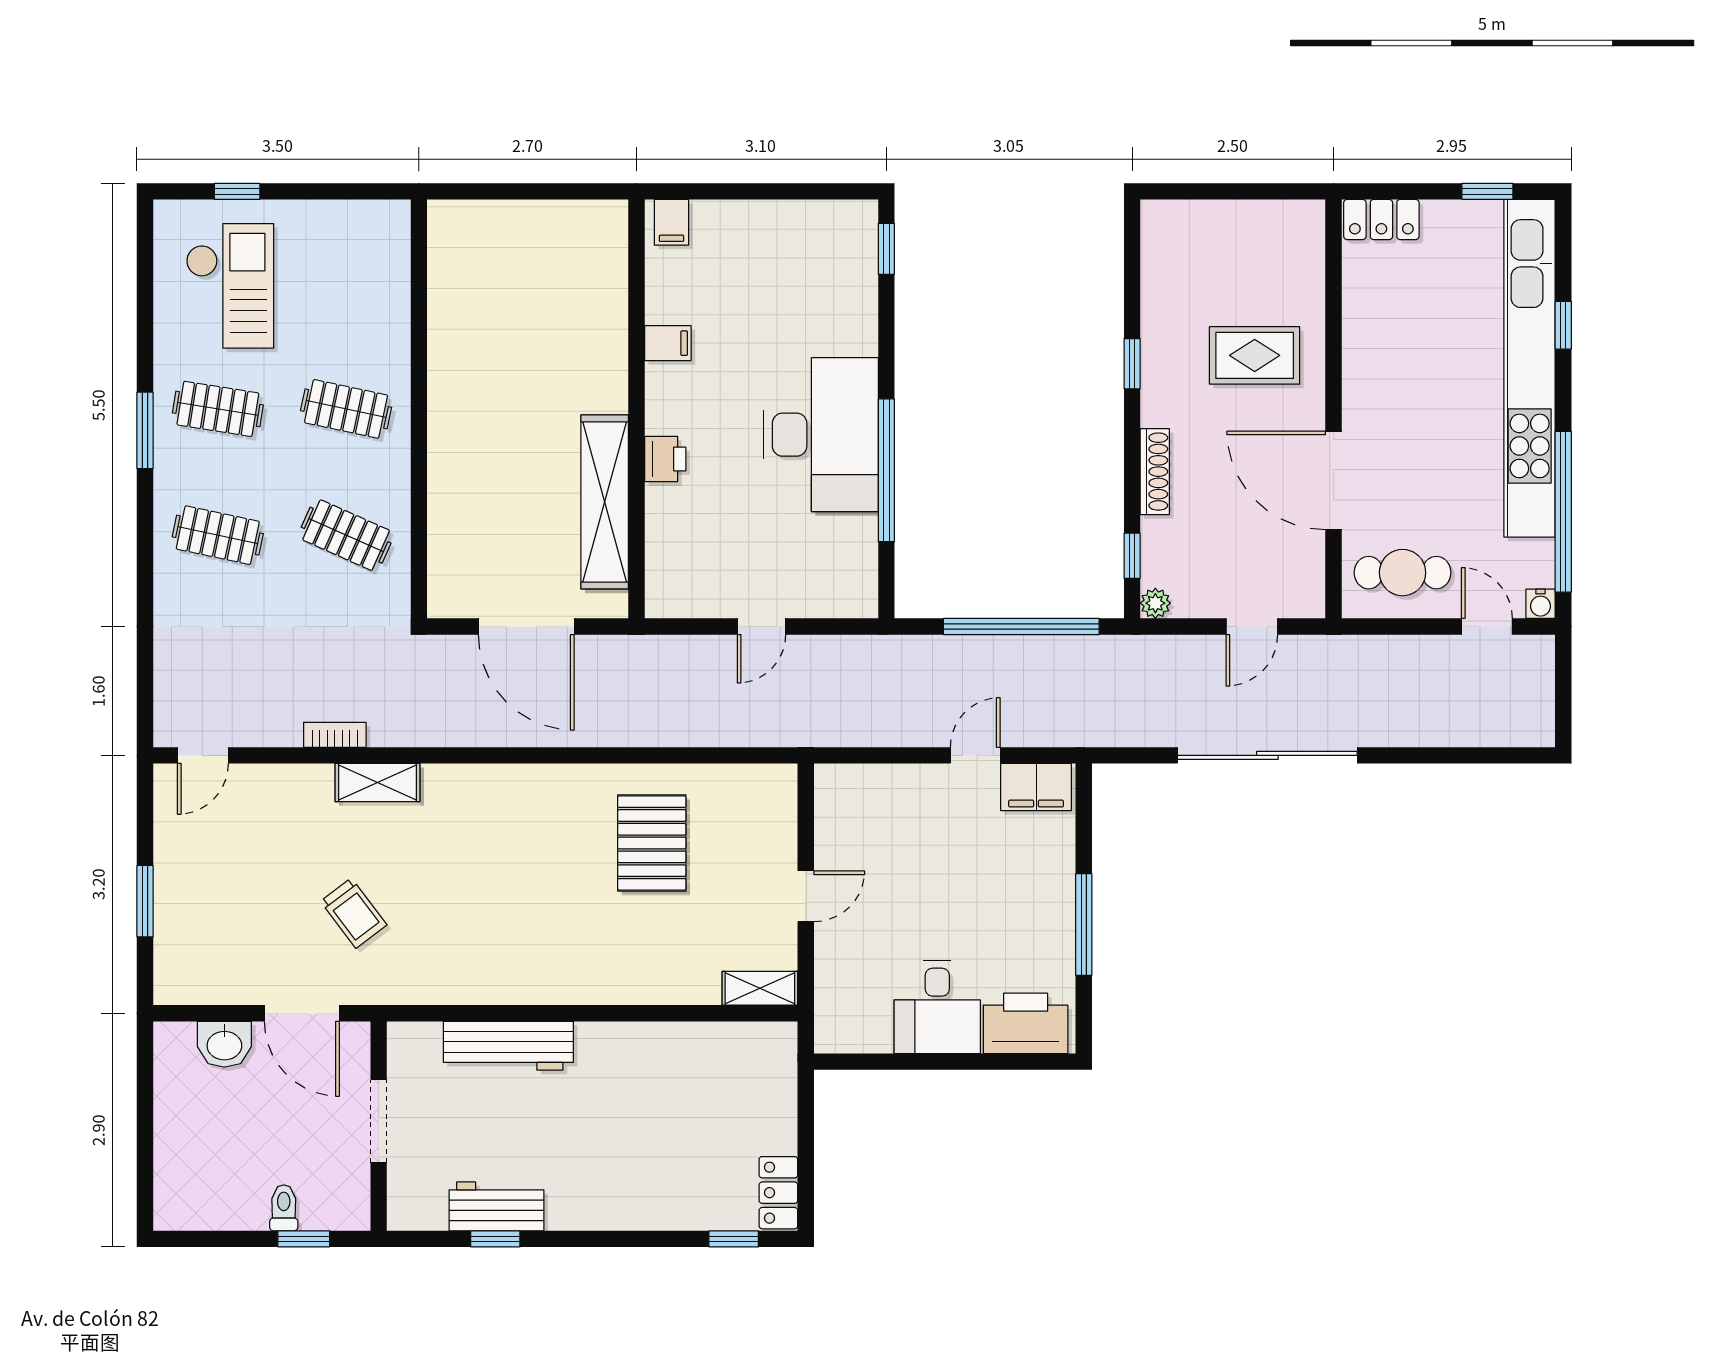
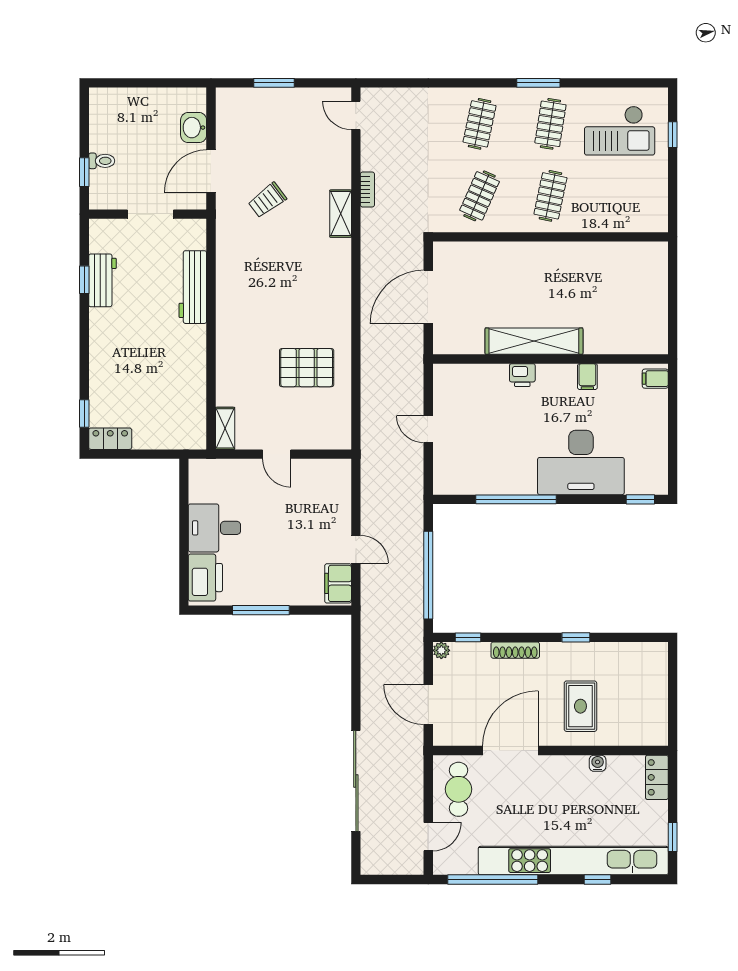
desk: (821, 435) -> (581, 462), moved
shelving: (605, 502) -> (534, 341), moved
water cooler: (1541, 604) -> (598, 763), moved, turned 90
door: (1252, 626) -> (428, 705), width x1.38
sliding door: (1267, 755) -> (356, 781), moved

